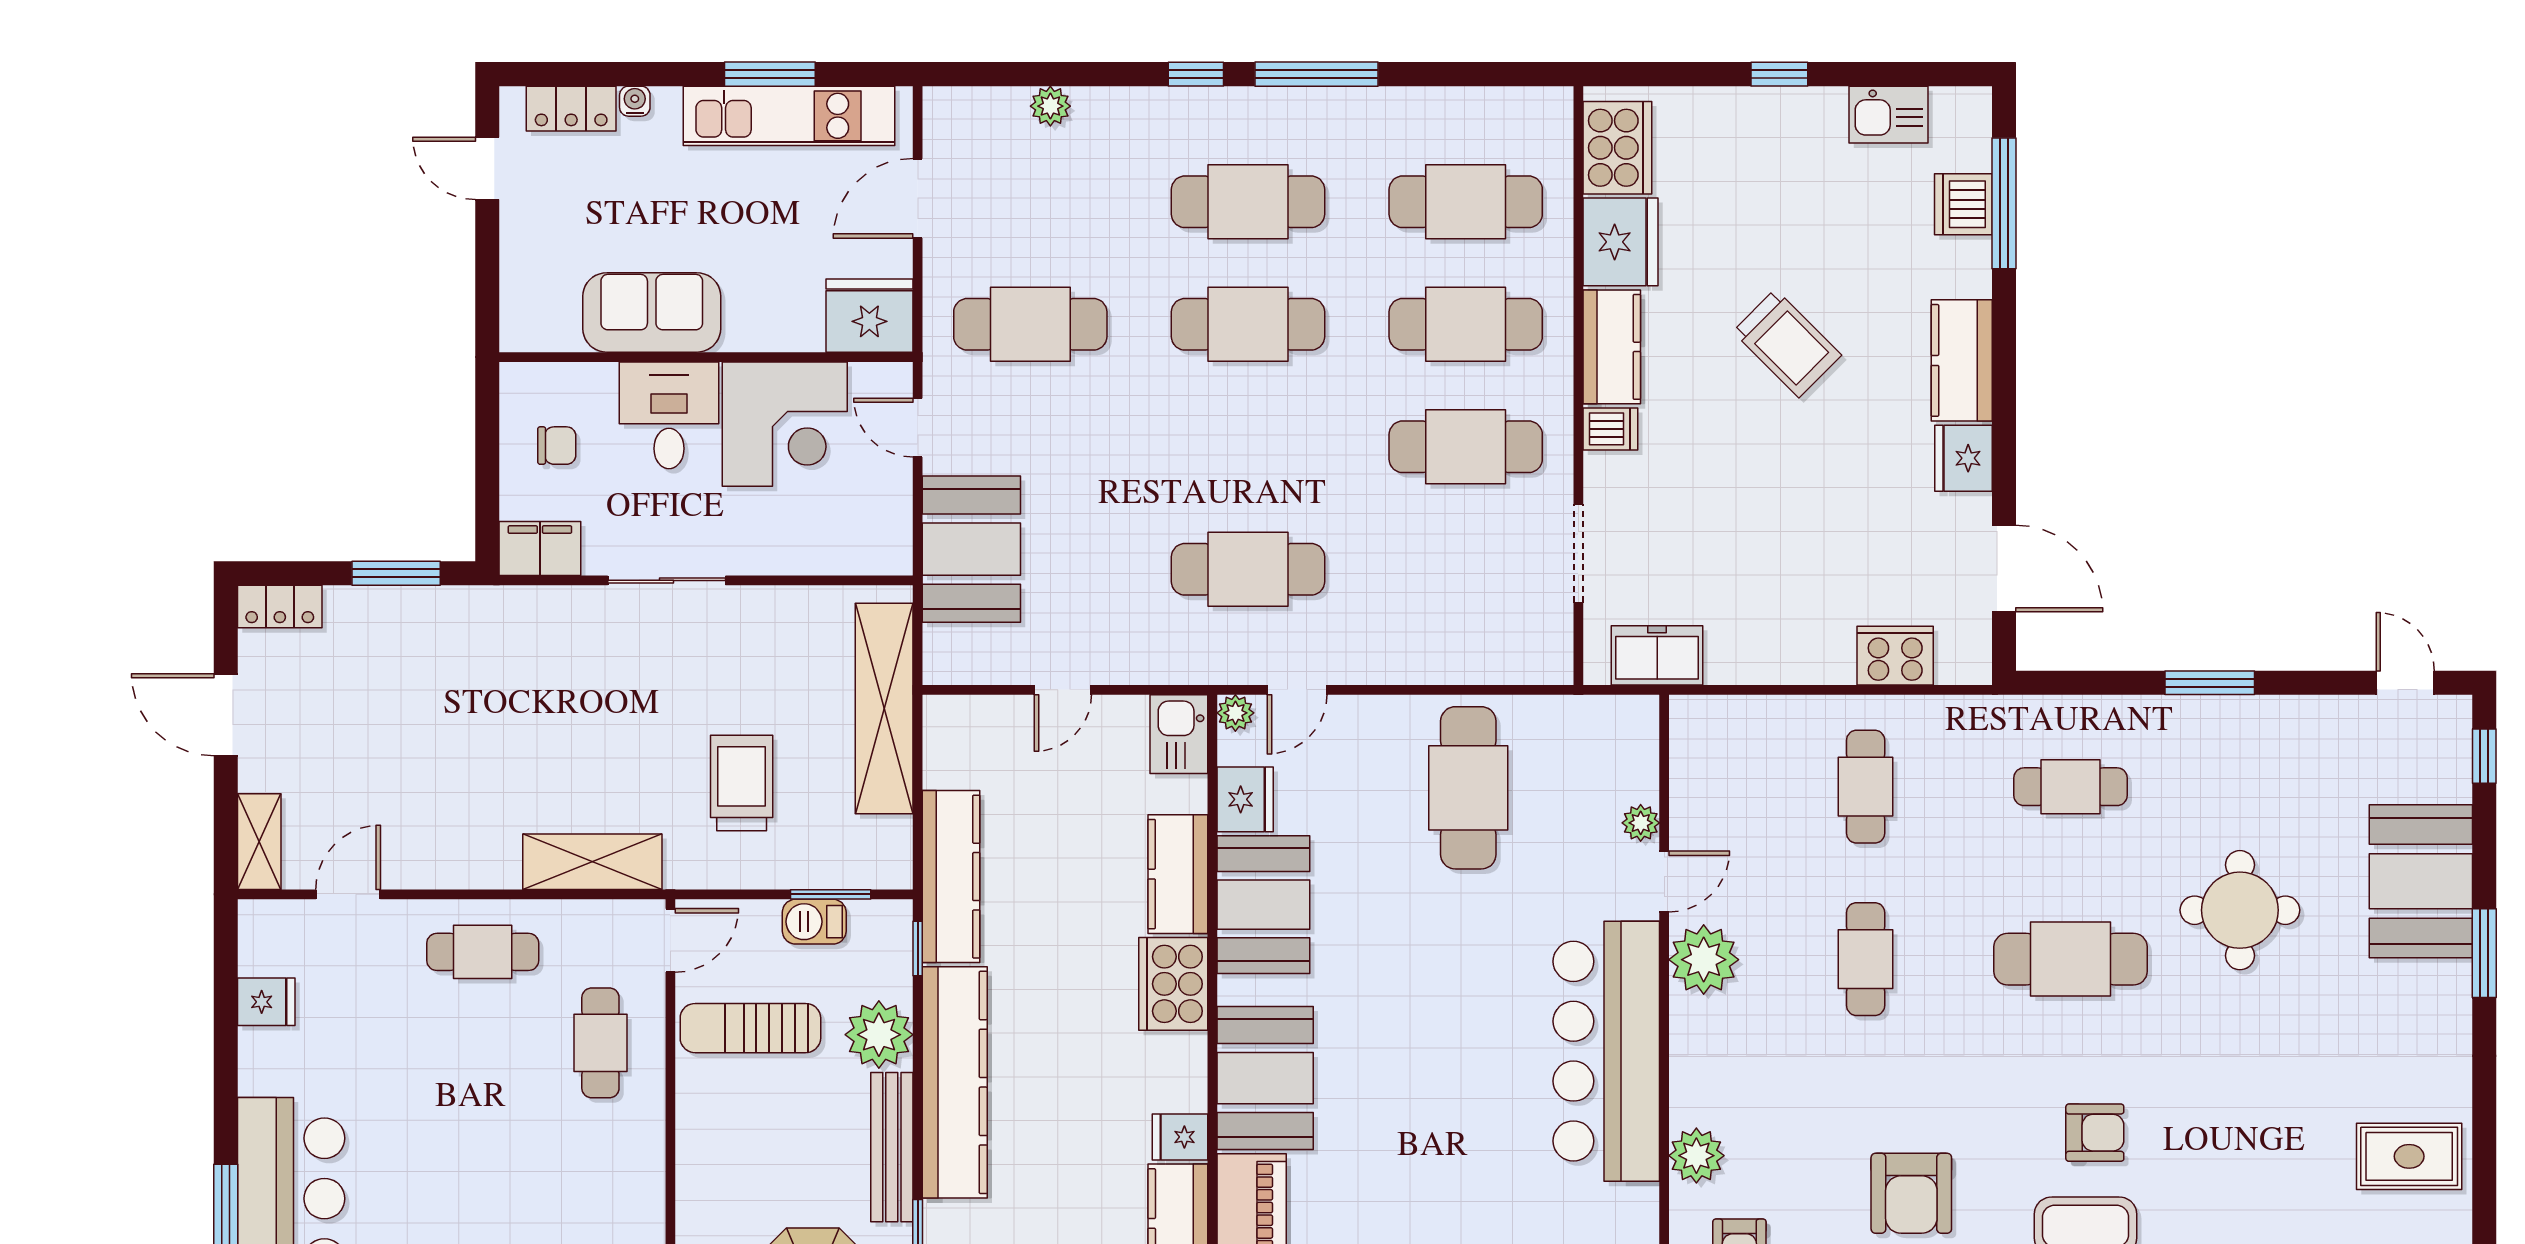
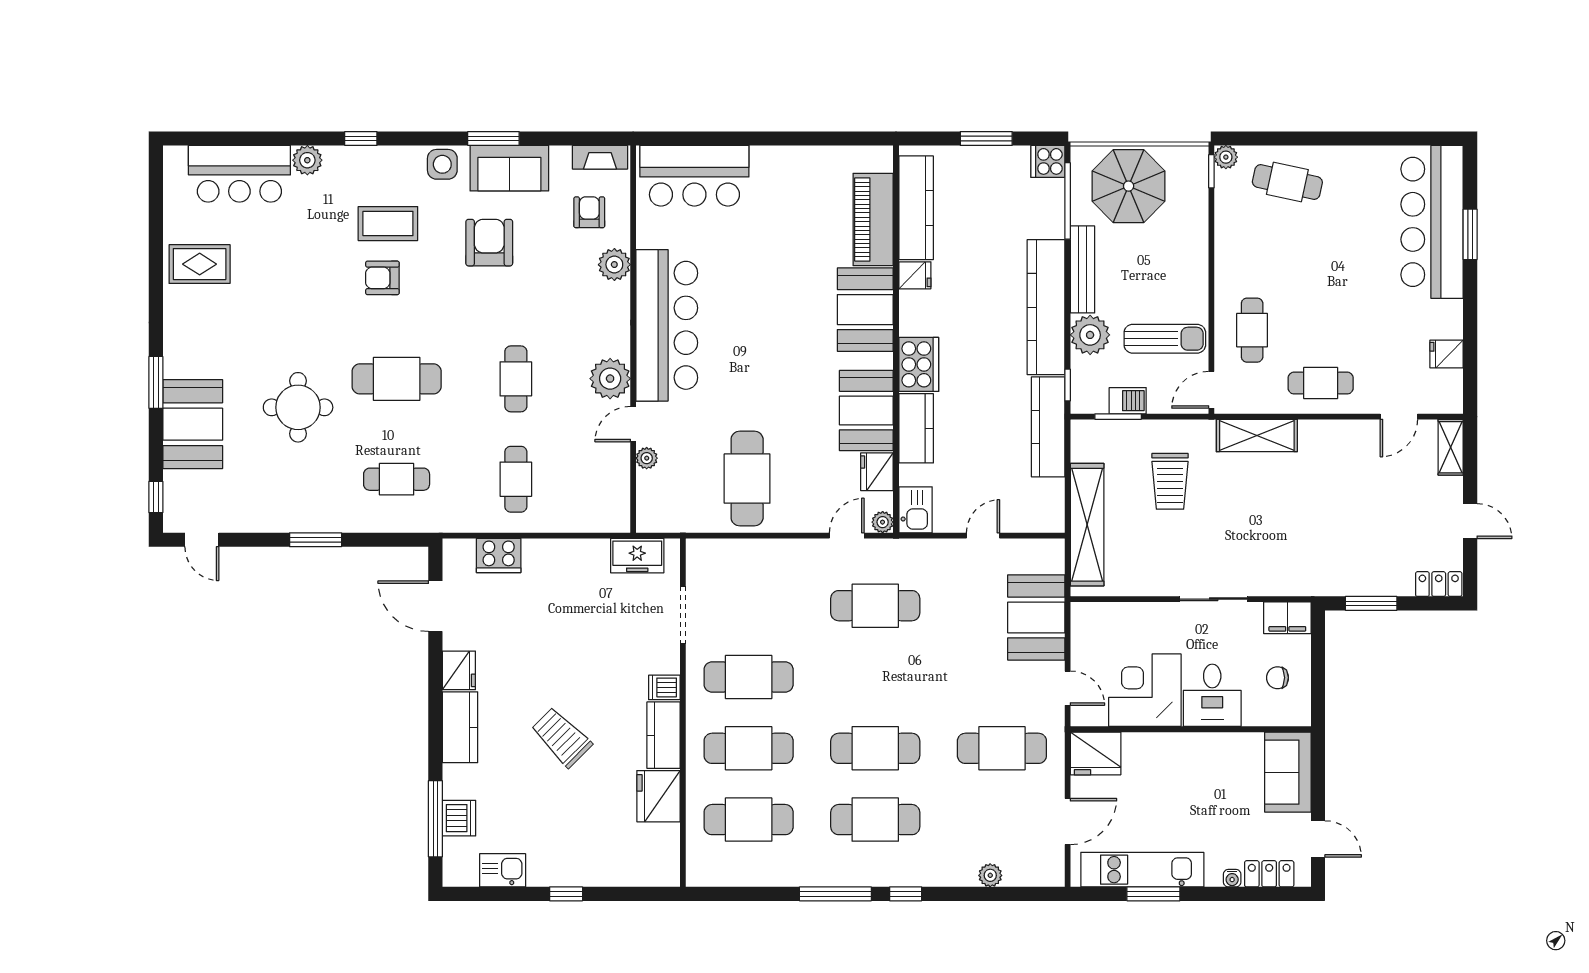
cooker: (1617, 148) -> (660, 851), removed
sofa: (652, 312) -> (1288, 772), moved, turned 90
door: (226, 715) -> (1470, 521), width x0.73

